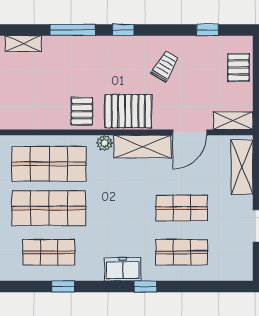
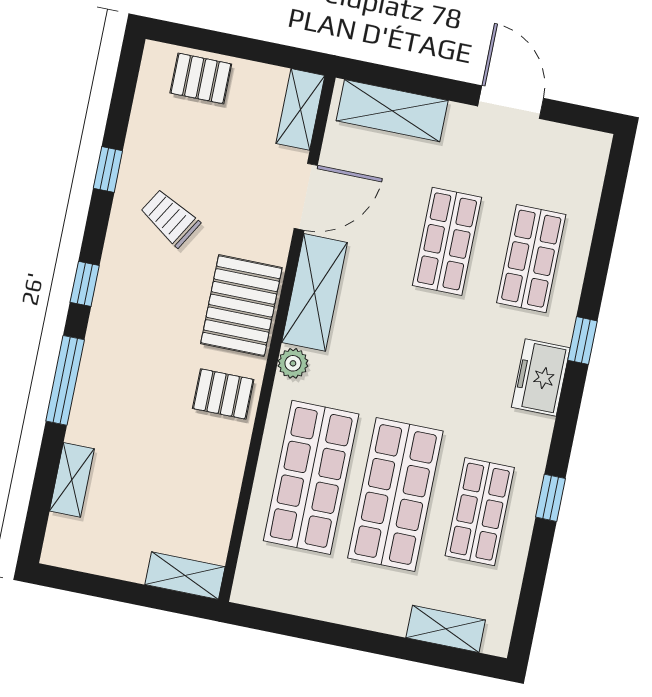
window: (207, 30) -> (108, 170), moved
door: (190, 132) -> (306, 197), hinge flipped

